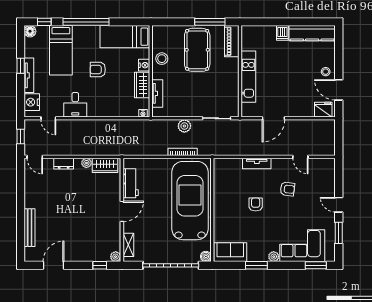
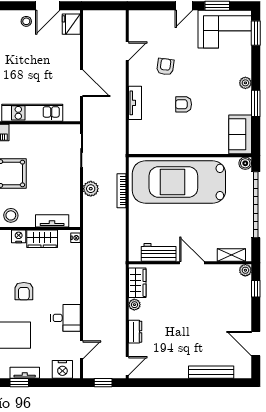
tv unit: (29, 75) -> (25, 373), width x0.71
corner sofa: (302, 246) -> (225, 29), moved, turned -90

